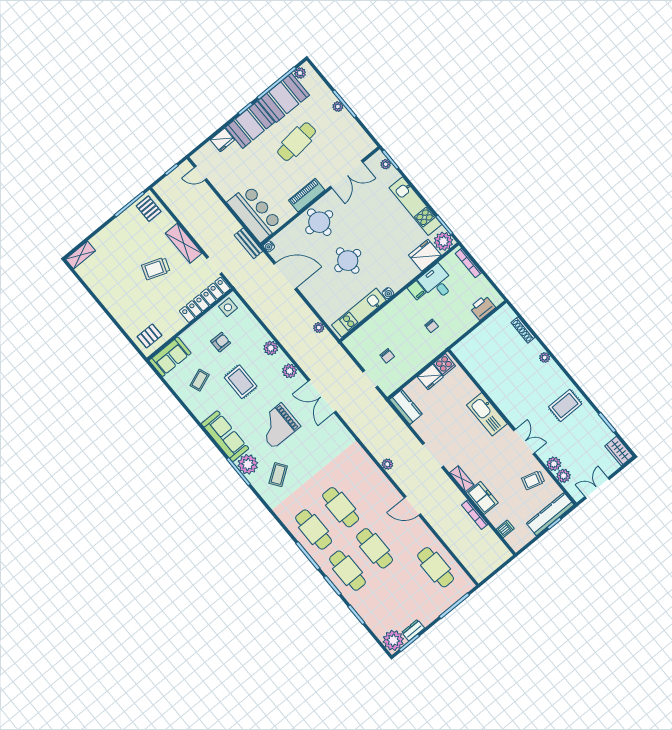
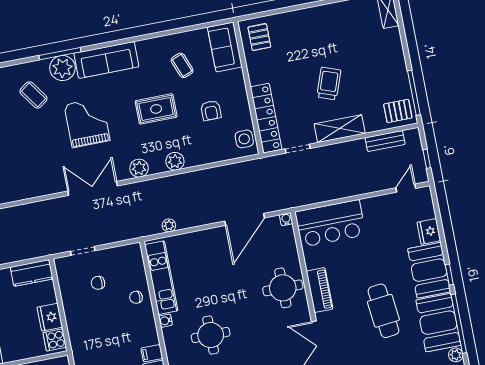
bench: (249, 243) -> (385, 141), moved
round table: (348, 261) -> (211, 335), moved
chair: (432, 326) -> (136, 297), moved

